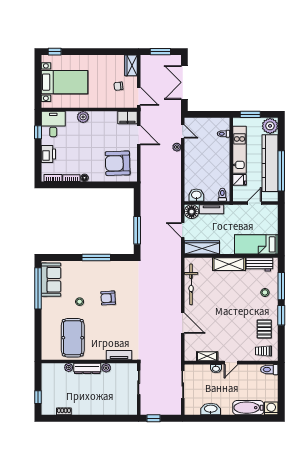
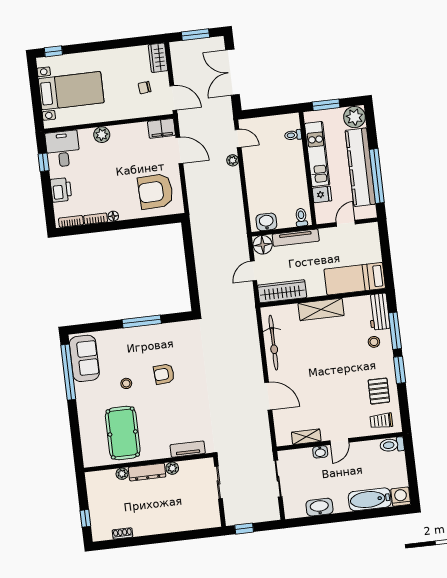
tv unit: (212, 209) -> (296, 238), width x1.41
window: (137, 230) -> (192, 278), removed
door: (183, 230) -> (254, 271), hinge flipped
workbench: (259, 264) -> (379, 312), moved, turned 90

